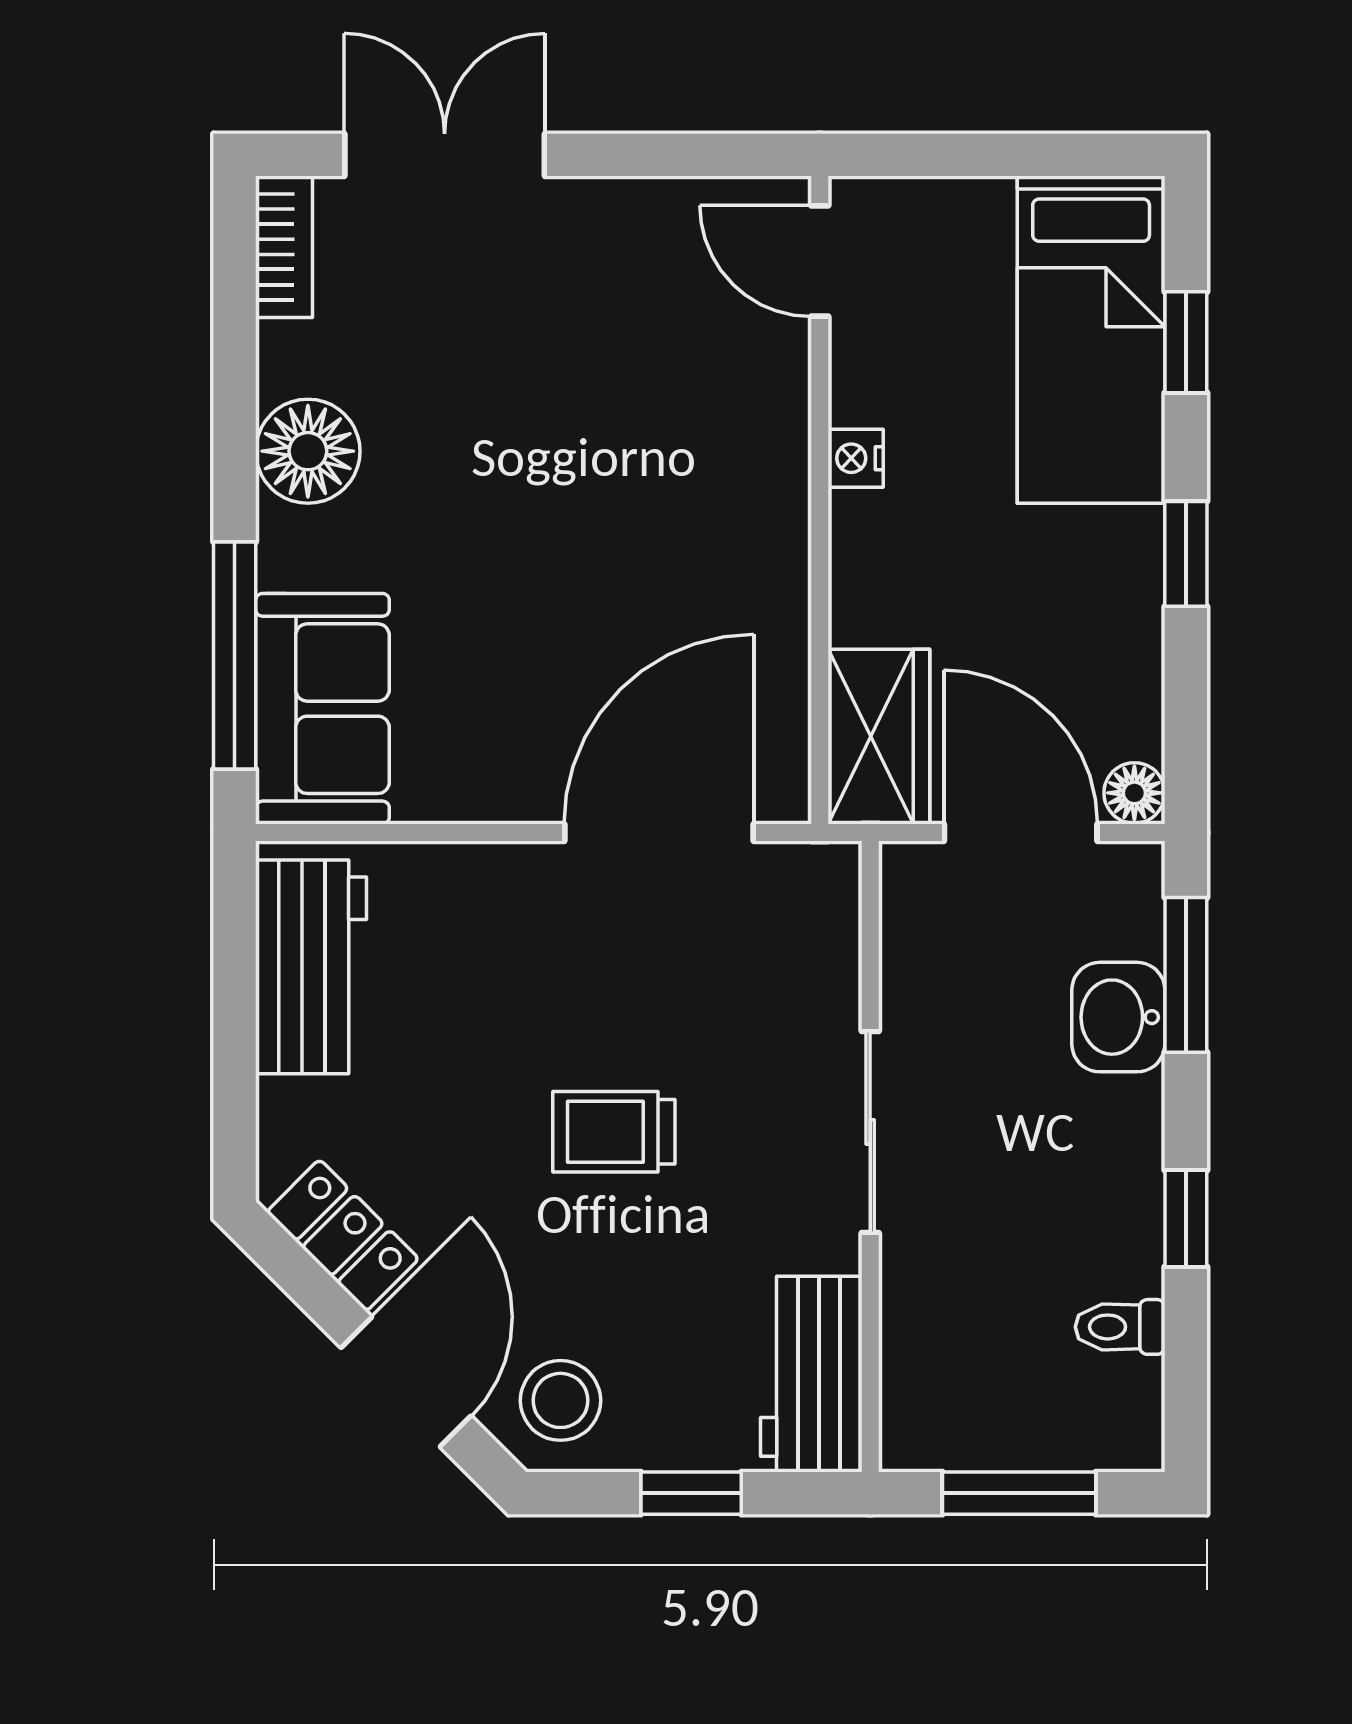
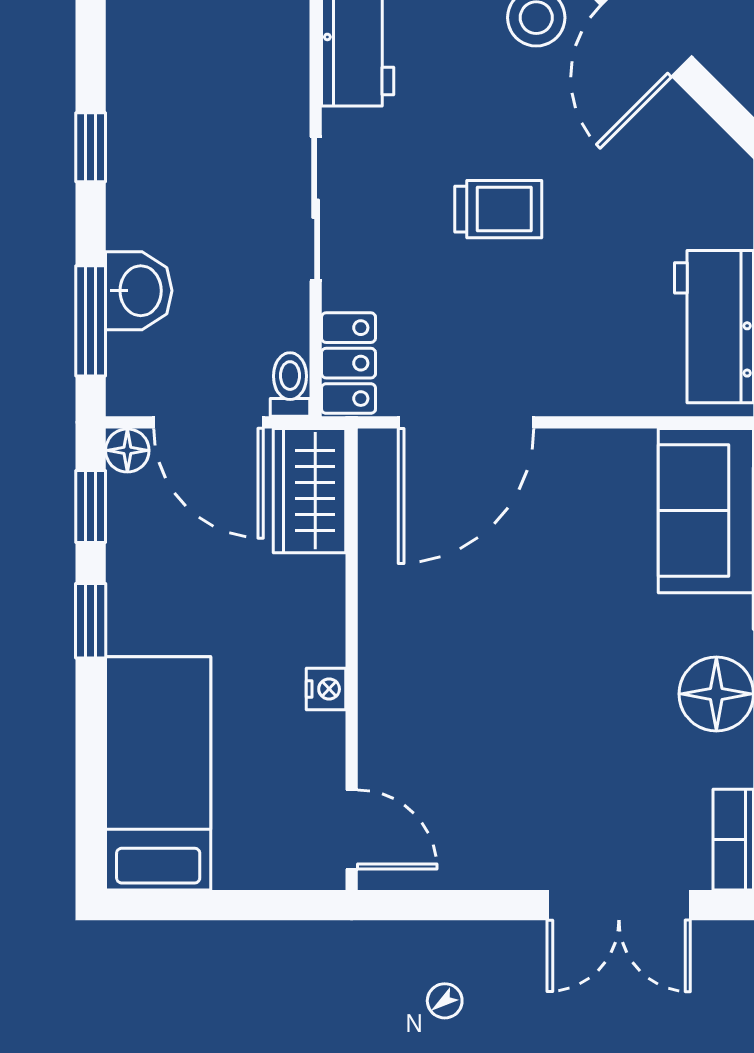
window: (1186, 342) -> (91, 507), moved
locker: (343, 1235) -> (348, 363), moved, turned -135
toilet: (1120, 1327) -> (290, 384), moved, turned -90

